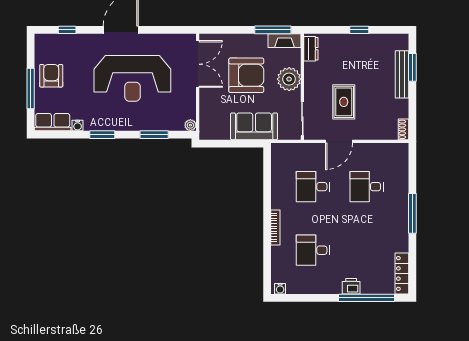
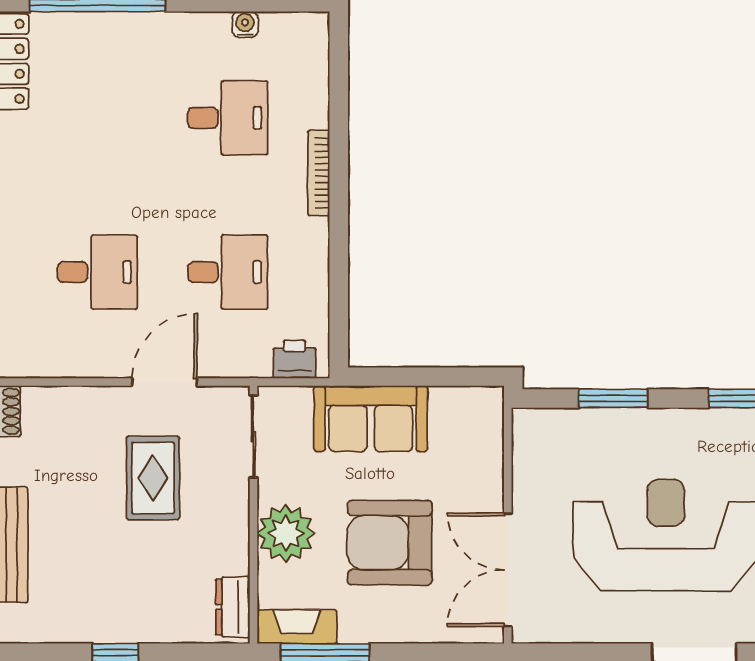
plant: (190, 125) -> (525, 421), removed
printer: (351, 286) -> (295, 359), moved, turned 180
water cooler: (280, 289) -> (245, 24), moved

